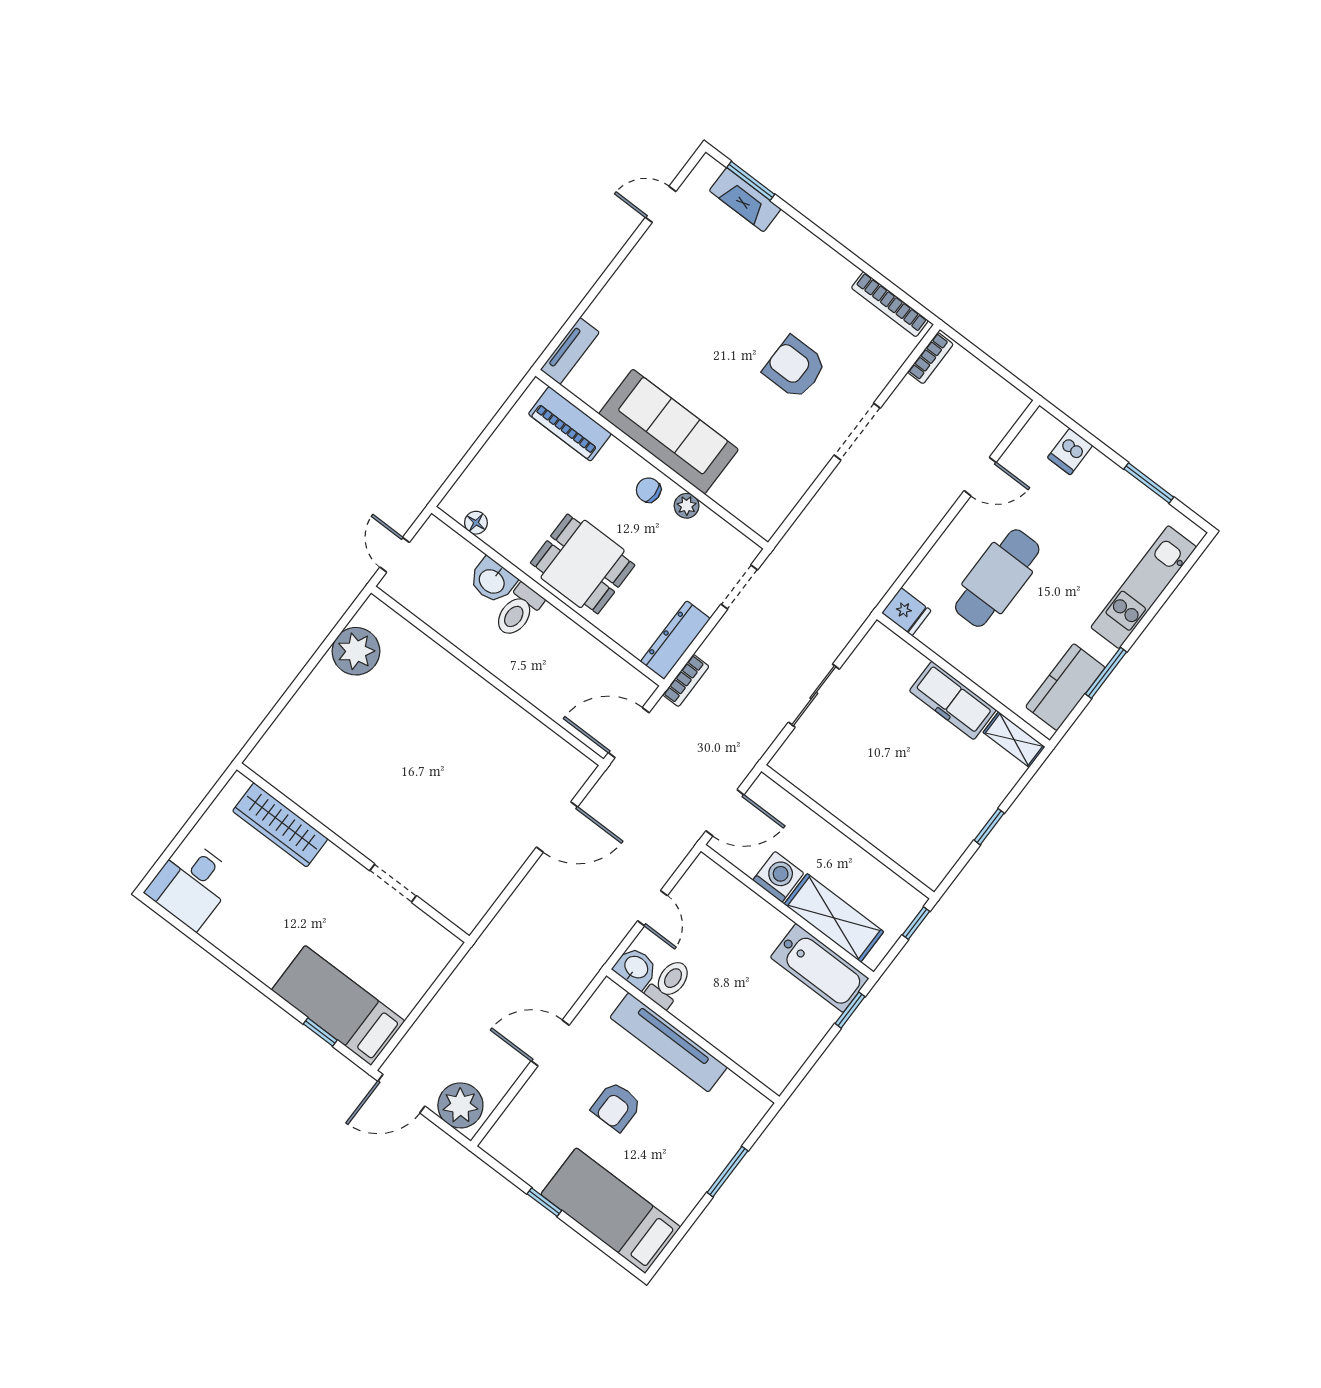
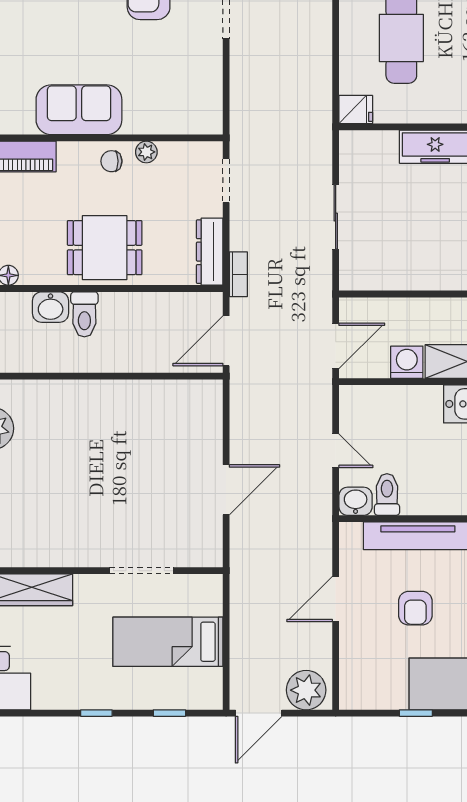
sofa: (669, 432) -> (79, 110), width x0.73
door: (557, 827) -> (226, 490), moved
doorway: (393, 883) -> (141, 571), width x1.38
window: (254, 982) -> (96, 713), added
bed: (338, 1005) -> (168, 642), moved

